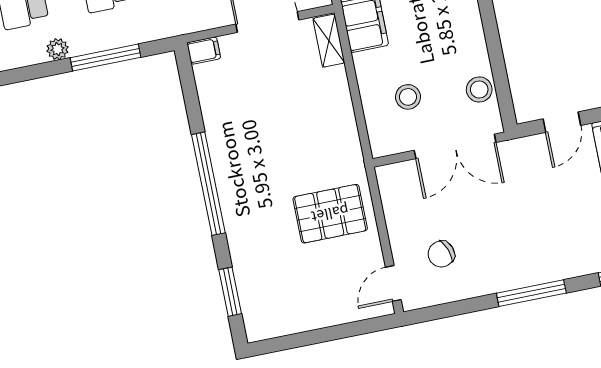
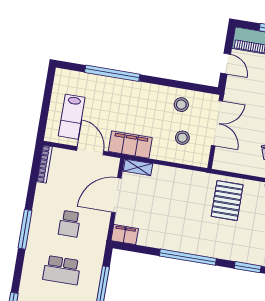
filing cabinet: (204, 51) -> (125, 235), width x2.00
stool: (479, 89) -> (181, 105), moved

